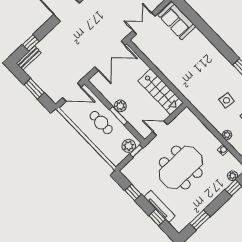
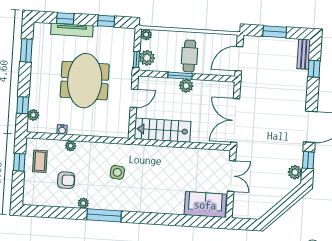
side table: (227, 100) -> (117, 172), moved
cafe table: (101, 123) -> (189, 56), turned 90
plant: (116, 161) -> (146, 35), added

